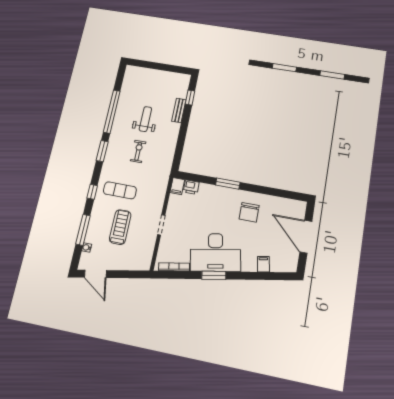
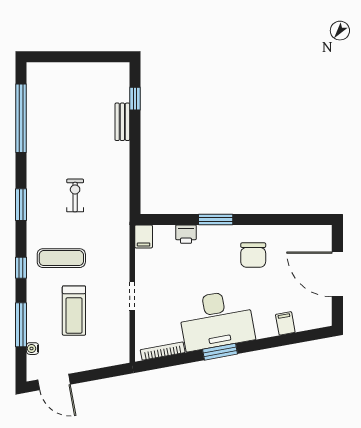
window: (112, 112) -> (21, 118), moved
weight bench: (145, 119) -> (75, 144), removed
printer: (191, 187) -> (186, 234), moved
treadmill: (120, 227) -> (74, 311), turned 180

